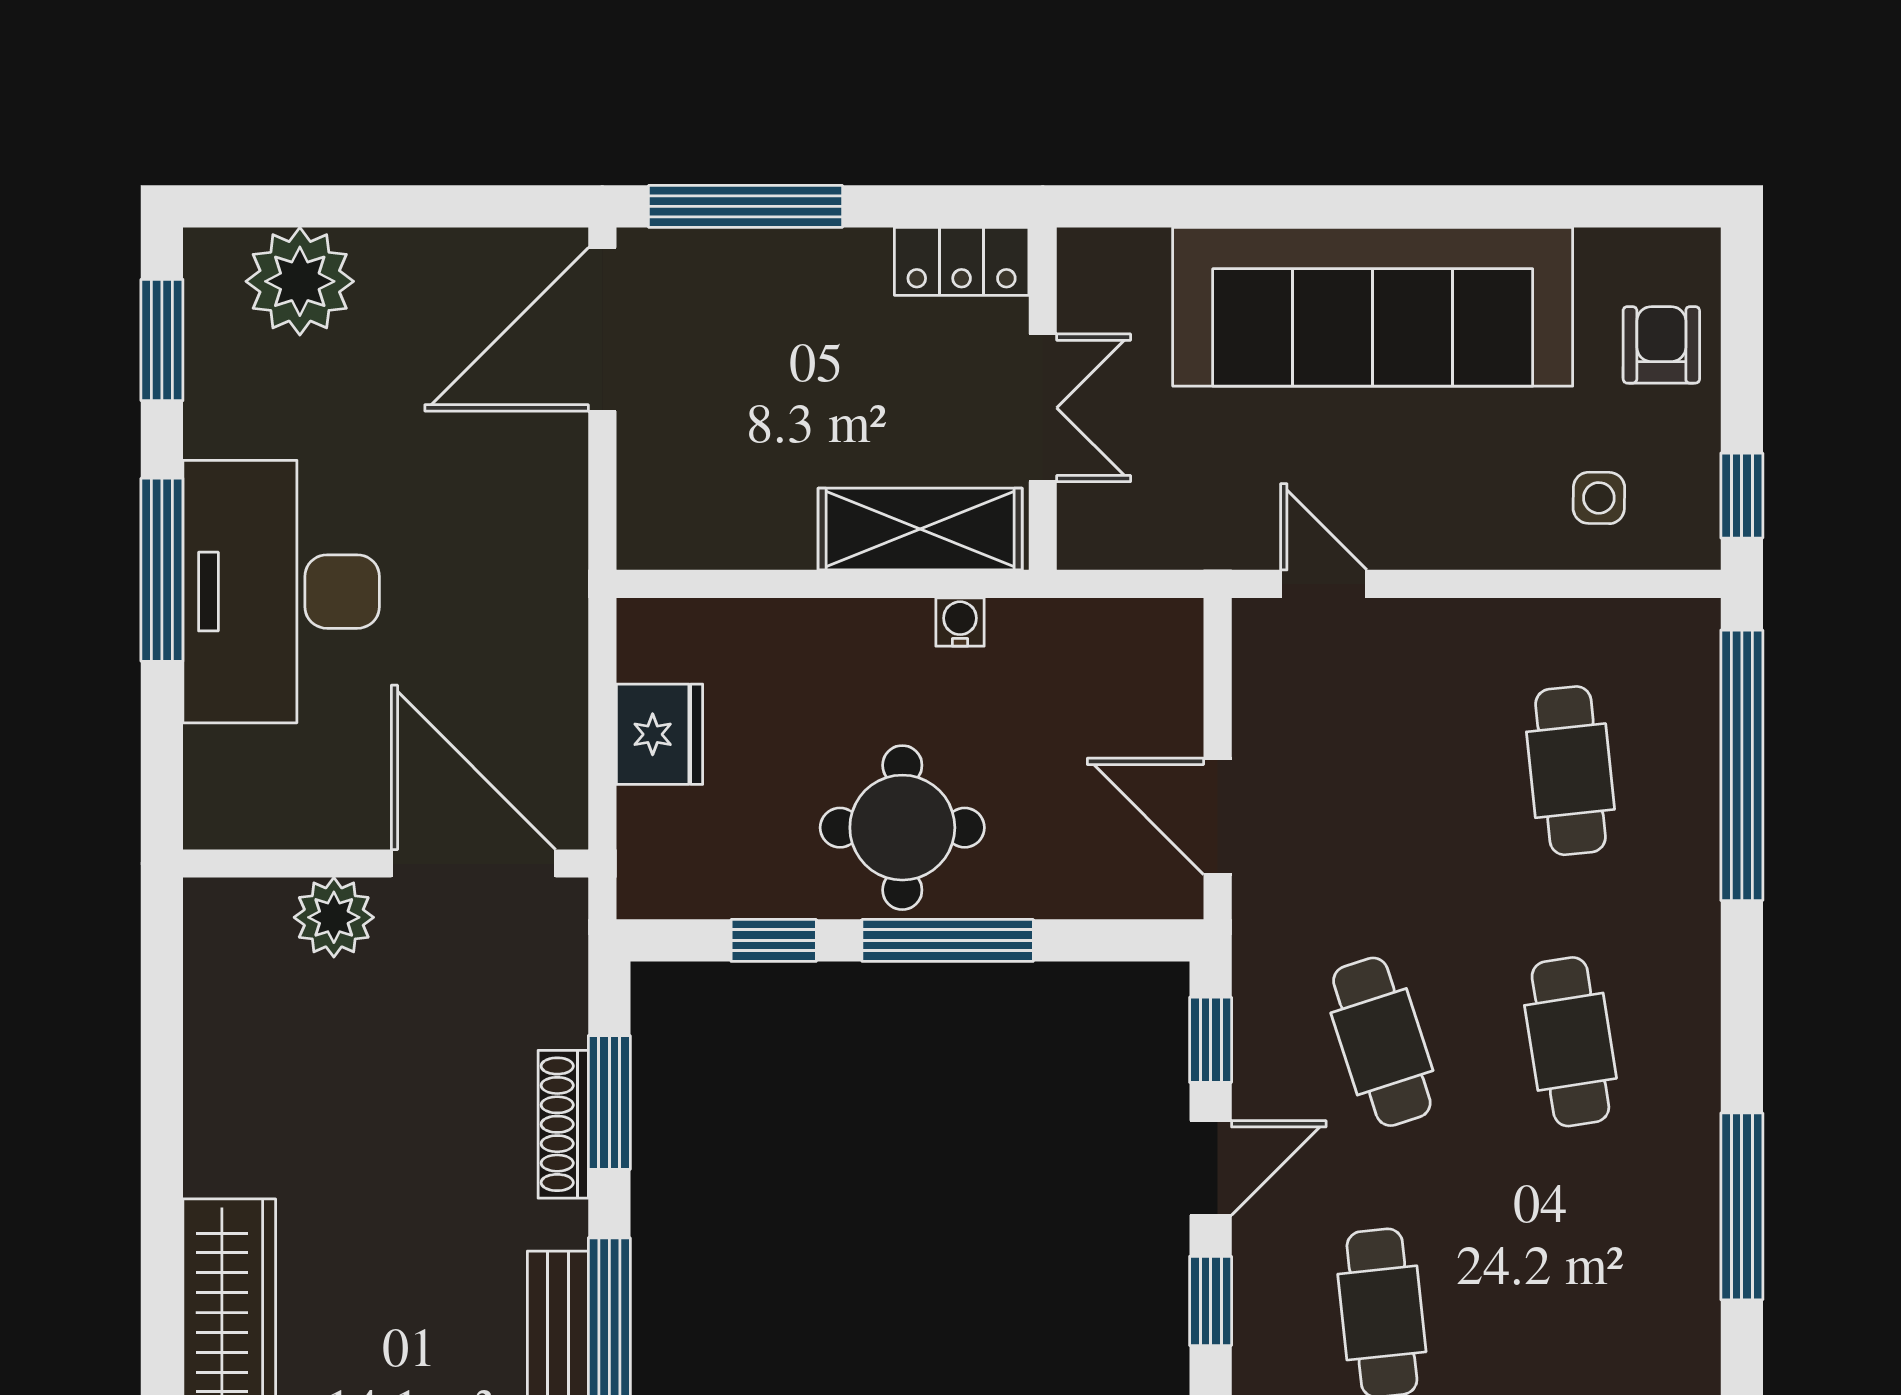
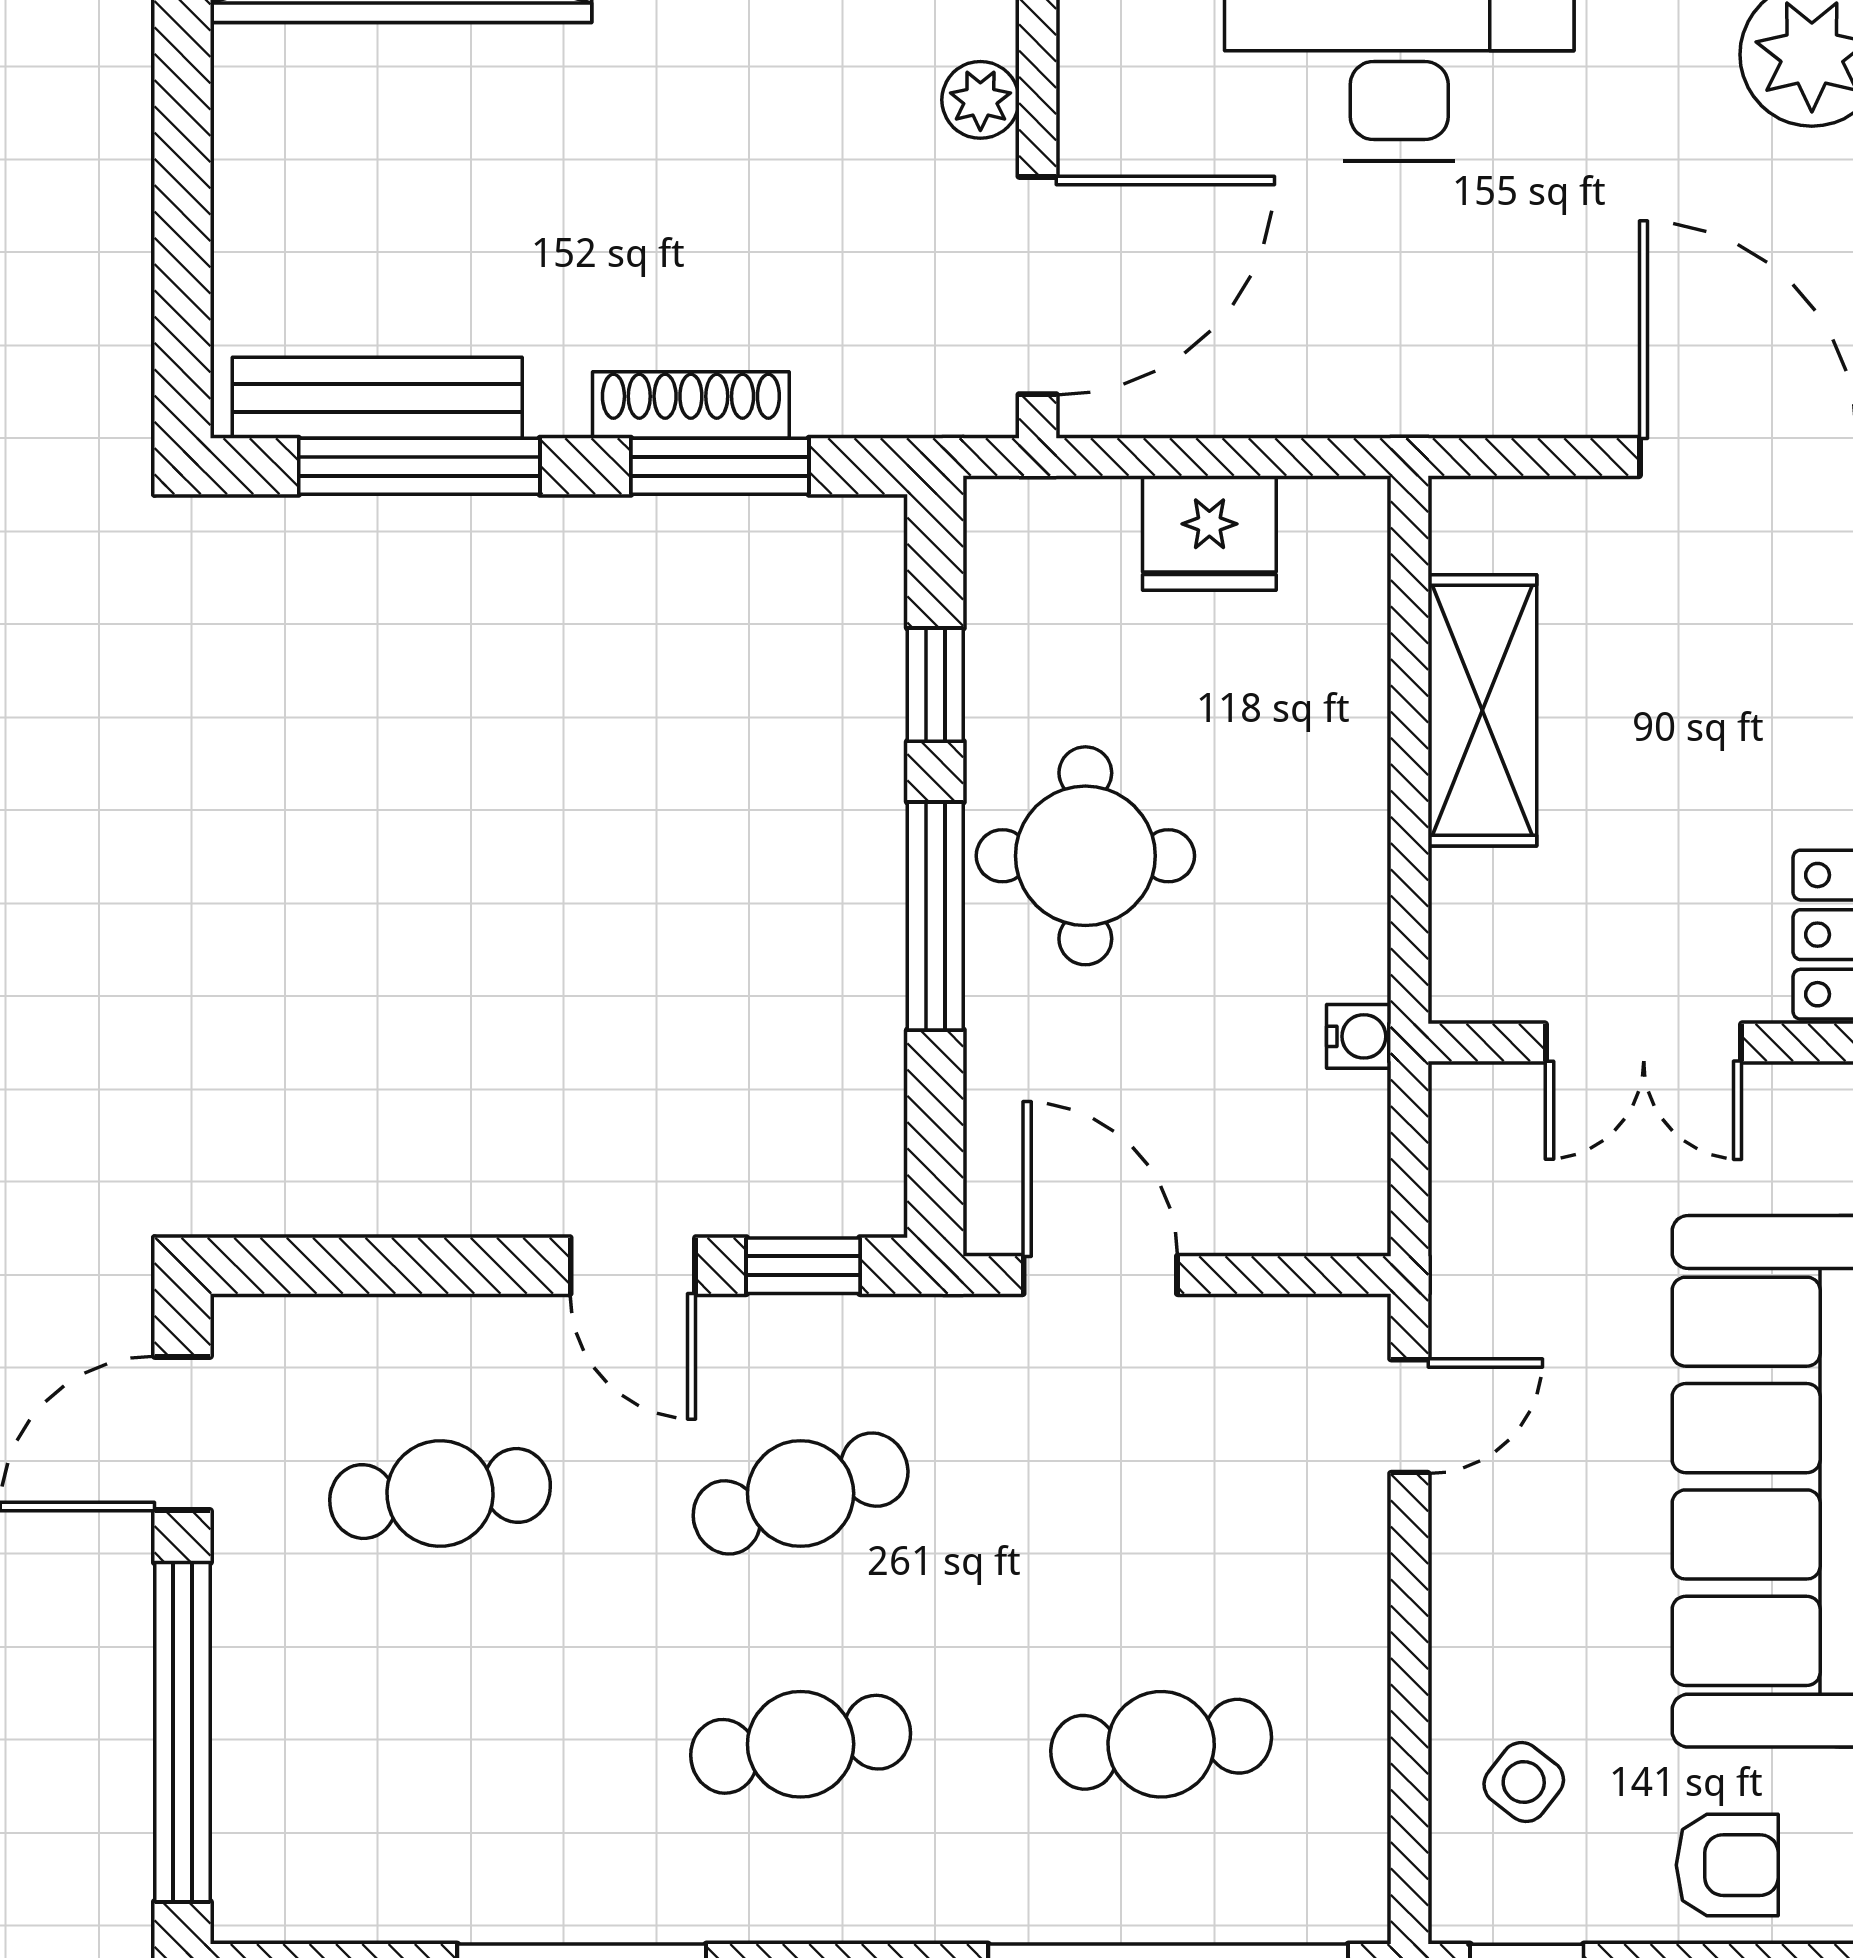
side table: (1599, 498) -> (1524, 1782), turned 37
shelving: (920, 529) -> (1482, 710), moved
water cooler: (960, 622) -> (1359, 1036), moved
door: (1218, 816) -> (1100, 1275), hinge flipped
plant: (334, 917) -> (980, 100), width x0.73, depth x0.73
window: (1211, 1301) -> (456, 1266), removed

